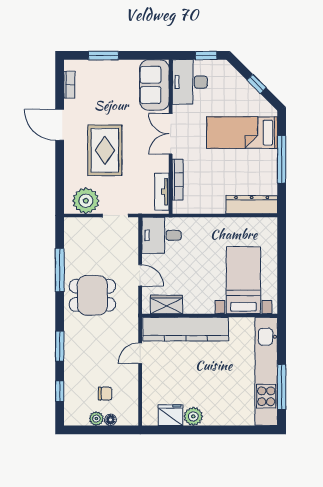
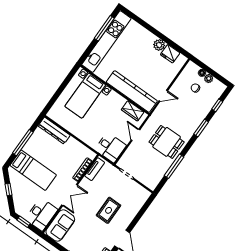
rug: (105, 150) -> (109, 210), width x0.73, depth x0.70
plant: (86, 201) -> (136, 192), removed

